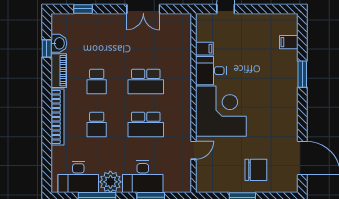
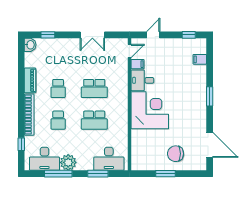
window: (274, 9) -> (189, 35), added
washbasin: (59, 43) -> (30, 45), moved
window: (47, 48) -> (21, 144), moved
window: (302, 74) -> (210, 96), moved
door: (193, 150) -> (129, 51), moved
chair: (256, 170) -> (176, 154), turned 180
desk: (143, 177) -> (109, 159), moved

